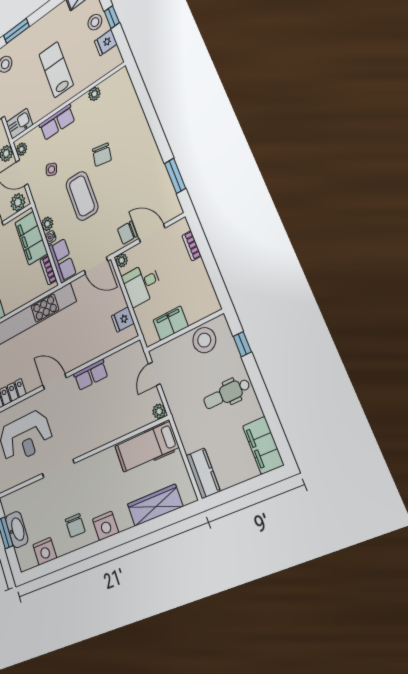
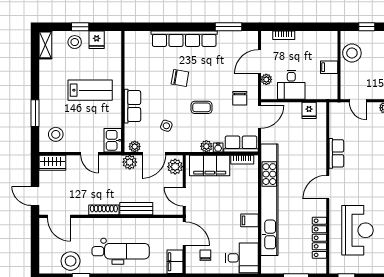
lab bench: (56, 70) -> (90, 90), turned 180
plant: (94, 94) -> (130, 65), removed
row of seats: (143, 134) -> (184, 39), added
coffee table: (82, 196) -> (201, 107), width x0.54, depth x0.58
chair: (127, 233) -> (240, 98), moved
plant: (122, 260) -> (266, 79), moved
filing cabinet: (171, 323) -> (329, 67), width x0.50

